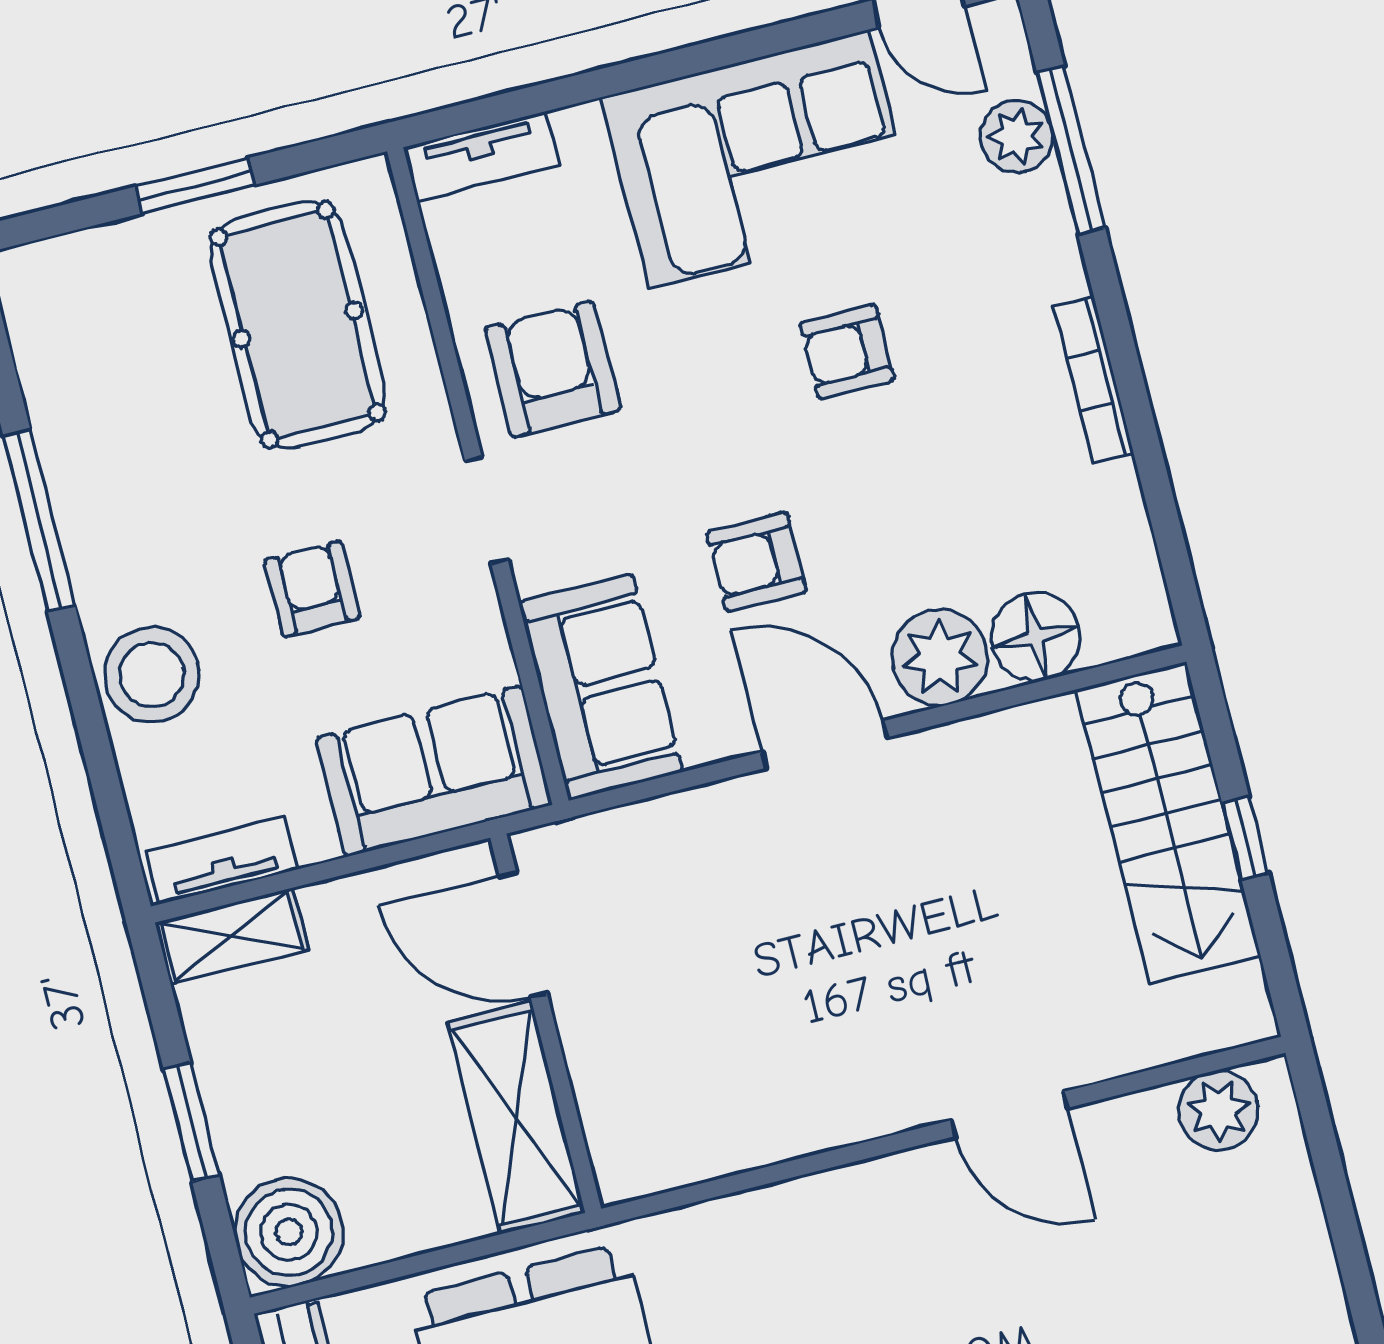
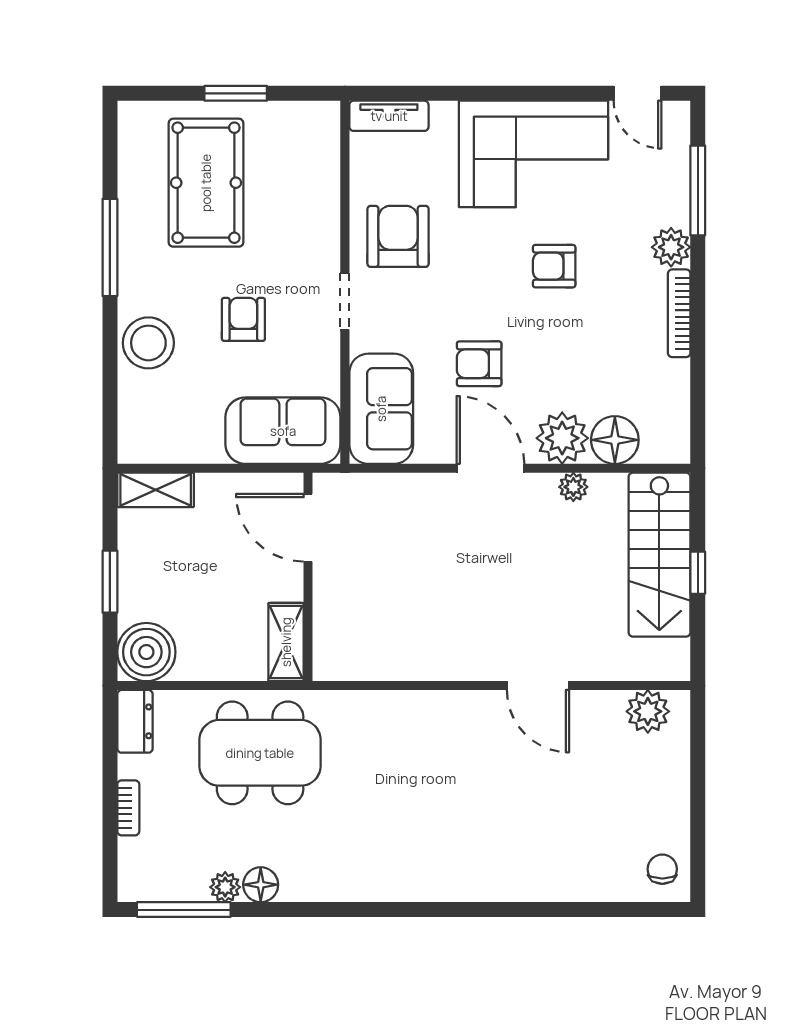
plant: (1016, 136) -> (671, 247), moved
pool table: (298, 325) -> (206, 183), moved
plant: (982, 740) -> (573, 487), added
tv unit: (222, 860) -> (160, 449), removed
shelving: (516, 1118) -> (286, 642), width x0.67, depth x0.75

